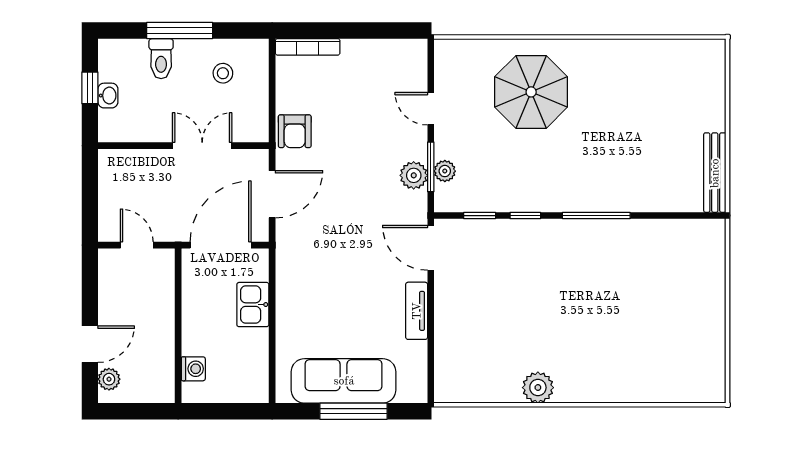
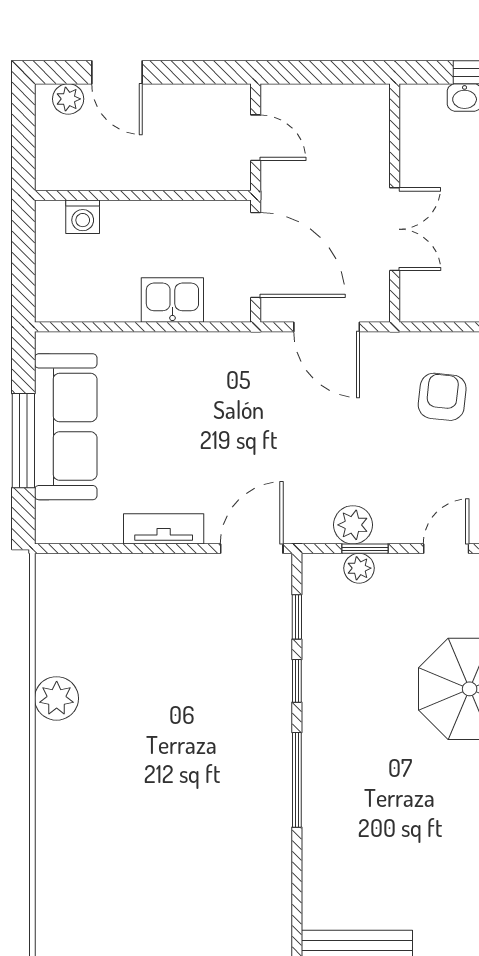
armchair: (295, 131) -> (442, 397), moved, turned 96
window: (431, 167) -> (365, 549), width x0.67
door: (137, 245) -> (256, 138), hinge flipped

